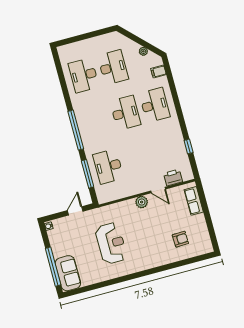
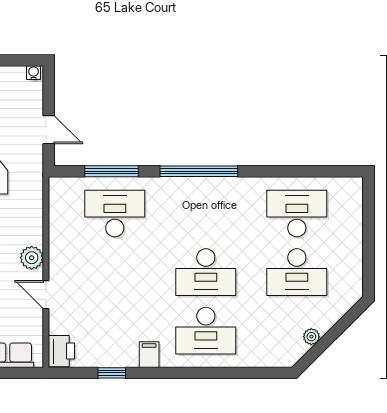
filing cabinet: (158, 72) -> (149, 355), moved
printer: (173, 178) -> (61, 351), moved
door: (158, 190) -> (46, 295), hinge flipped

